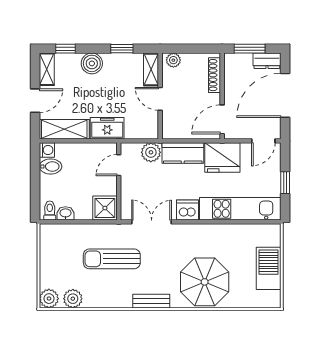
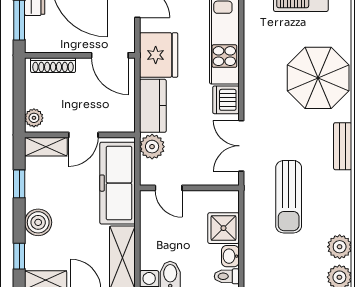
freezer: (107, 128) -> (118, 183), width x1.91, depth x1.26
shower: (105, 208) -> (223, 228), moved

